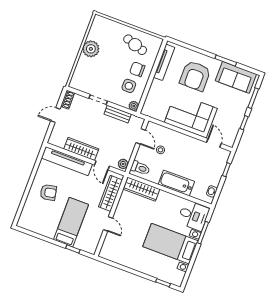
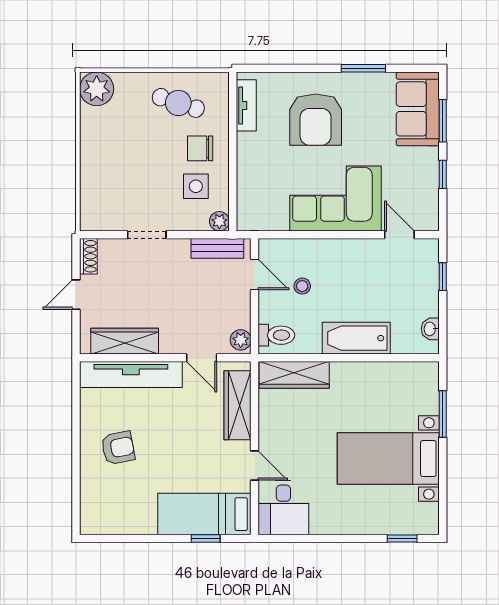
plant: (91, 49) -> (97, 89), moved
tv unit: (164, 62) -> (246, 105), width x0.71
sofa: (236, 77) -> (418, 109), moved, turned 90
bench: (118, 114) -> (217, 248), moved
wardrobe: (81, 149) -> (125, 341), moved
desk: (193, 216) -> (283, 508), moved, turned 90
bed: (71, 222) -> (204, 514), moved, turned -90

